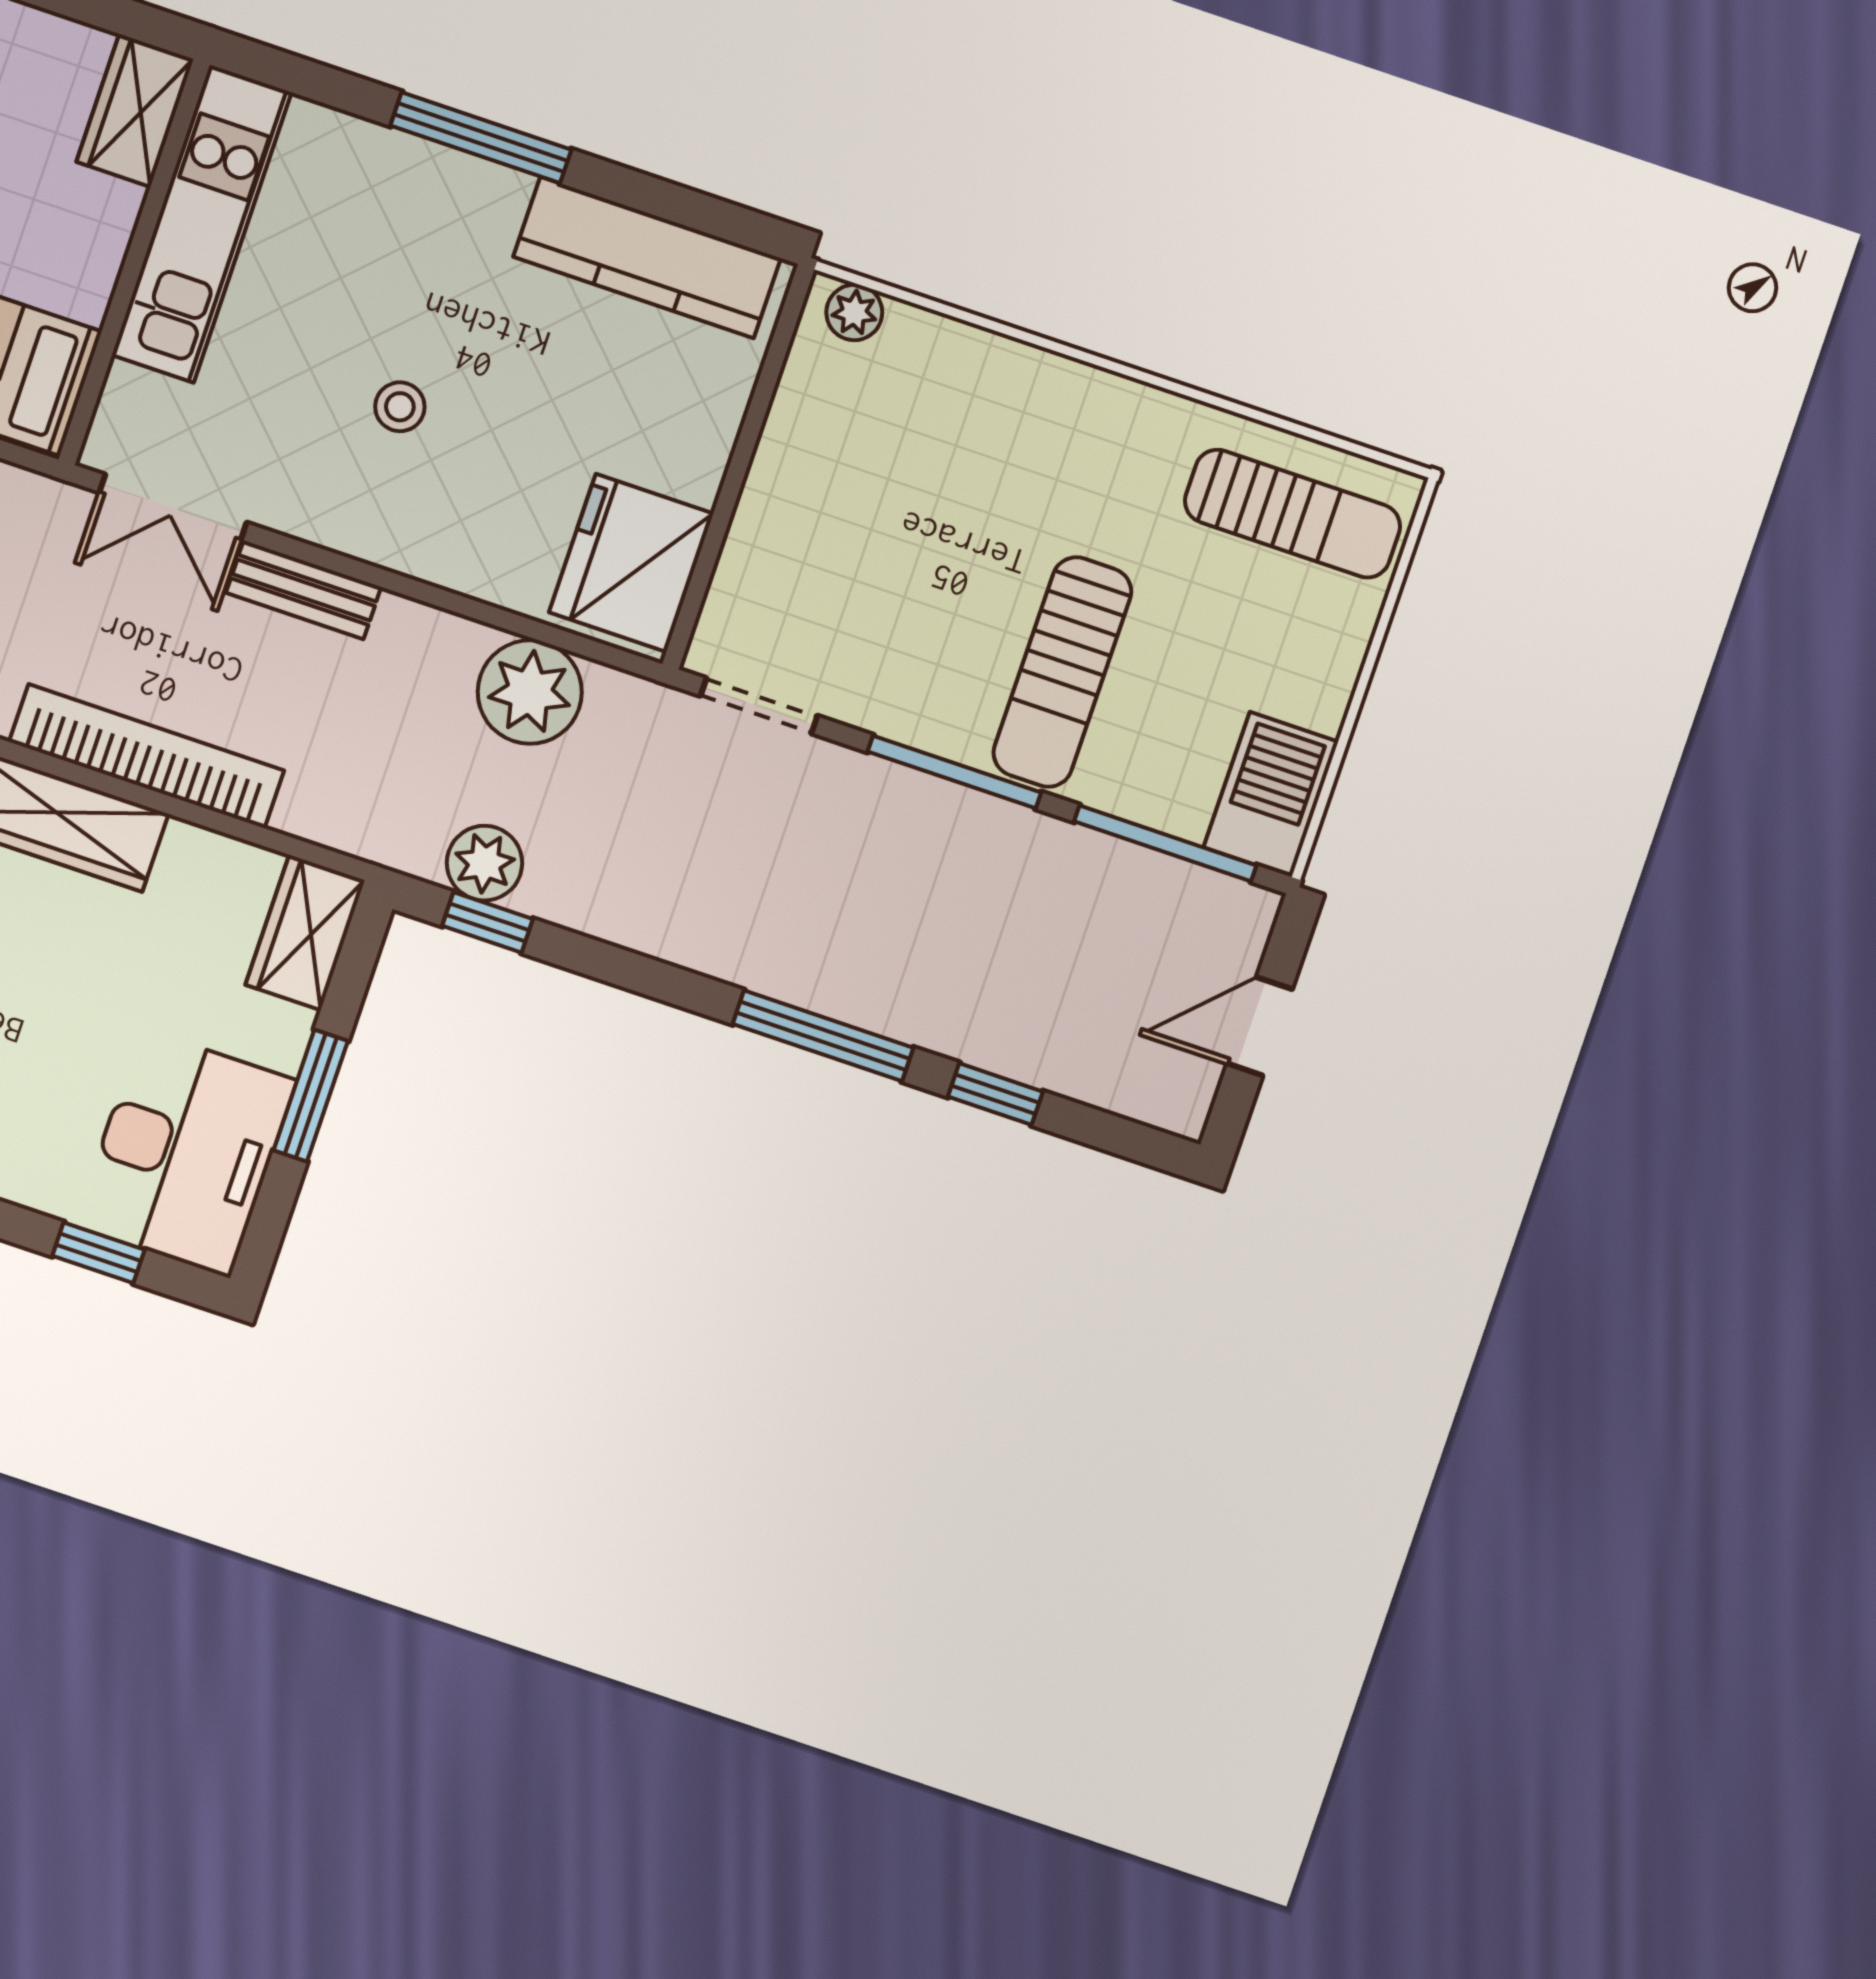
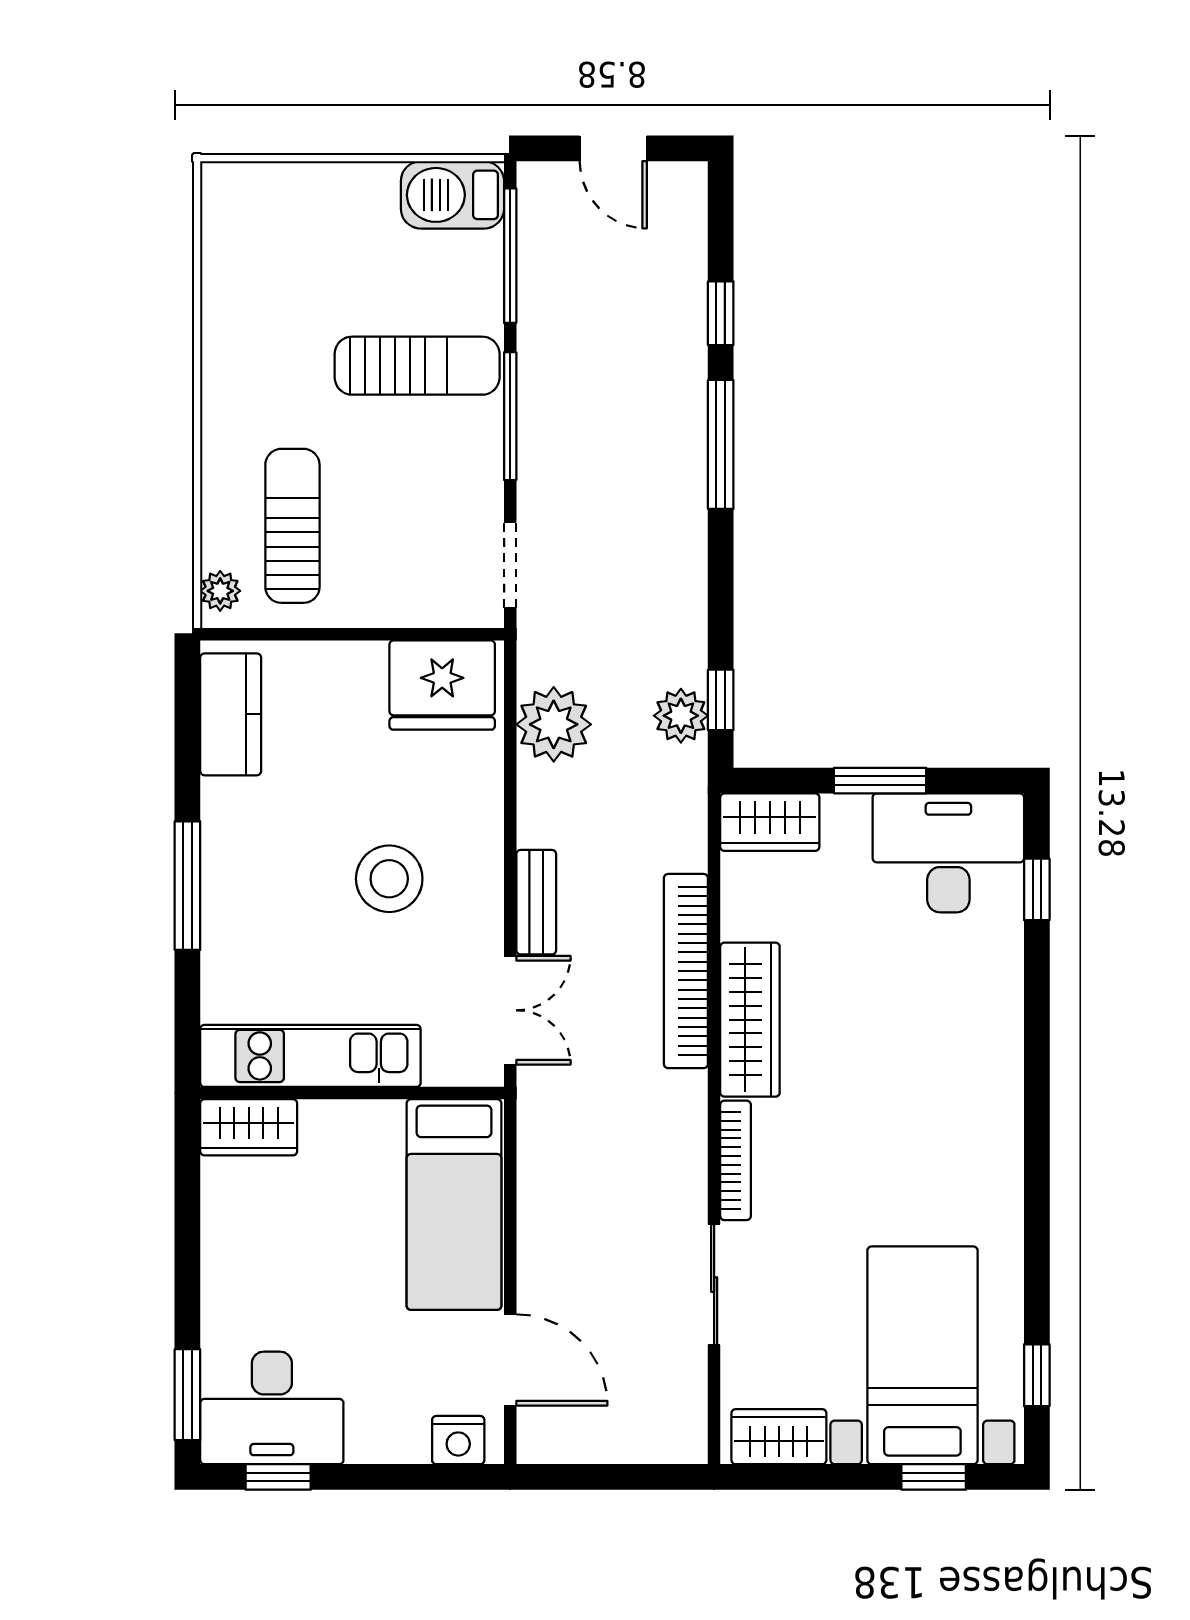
kitchen counter: (647, 258) -> (231, 714), width x0.67
stool: (400, 407) -> (389, 879), width x1.89, depth x1.89
sun lounger: (1292, 514) -> (292, 526), moved

